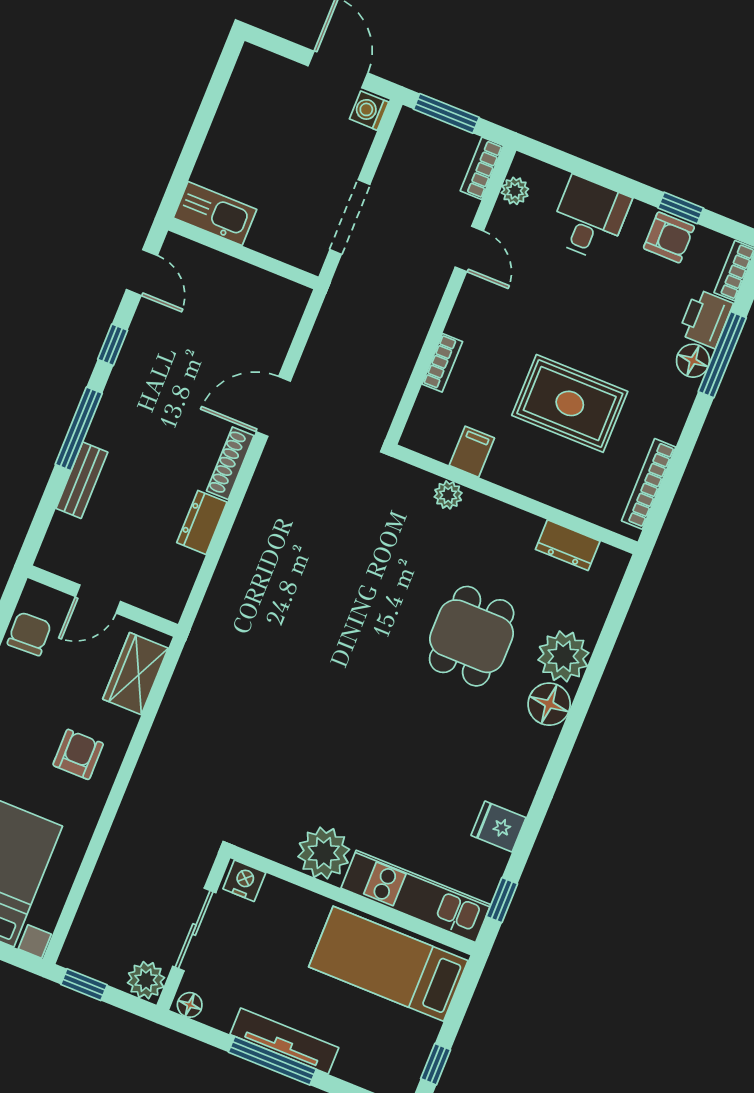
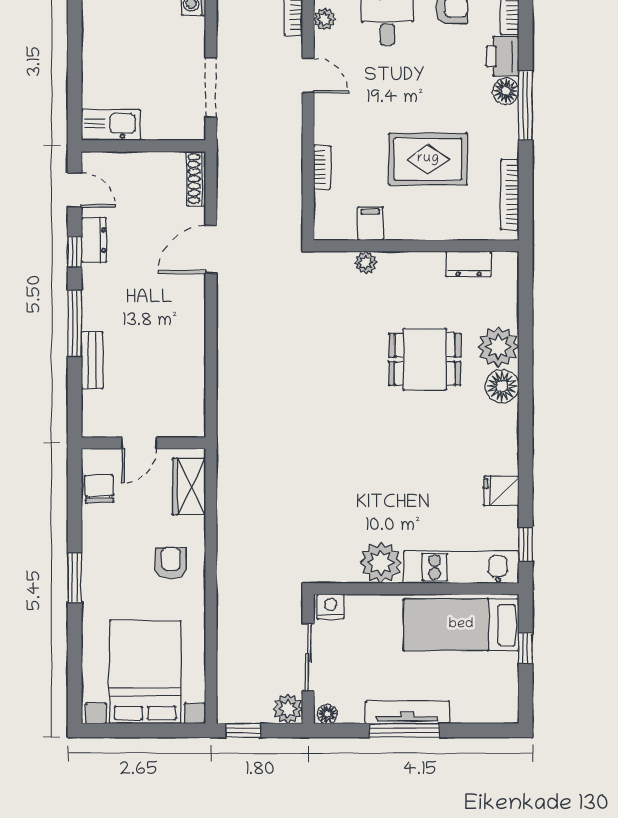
window: (722, 355) -> (526, 105), moved
shoe rack: (230, 463) -> (196, 179), moved
dresser: (202, 522) -> (94, 240), moved, turned 180
dining table: (472, 636) -> (425, 359), turned 90
window: (436, 1064) -> (526, 648), moved

